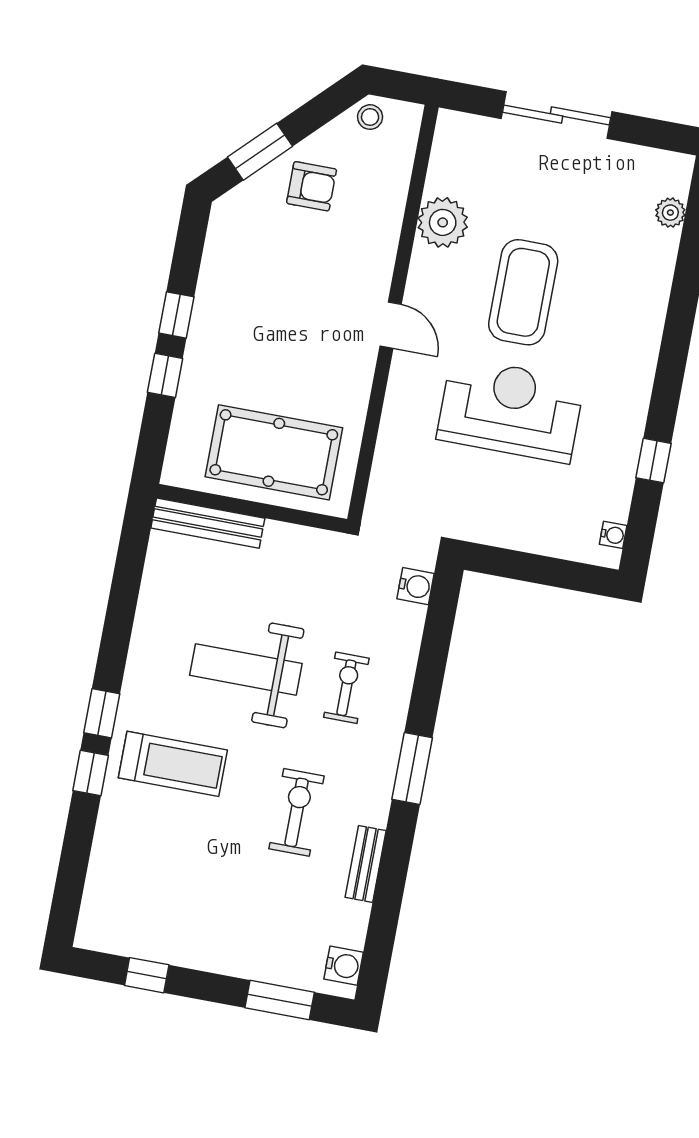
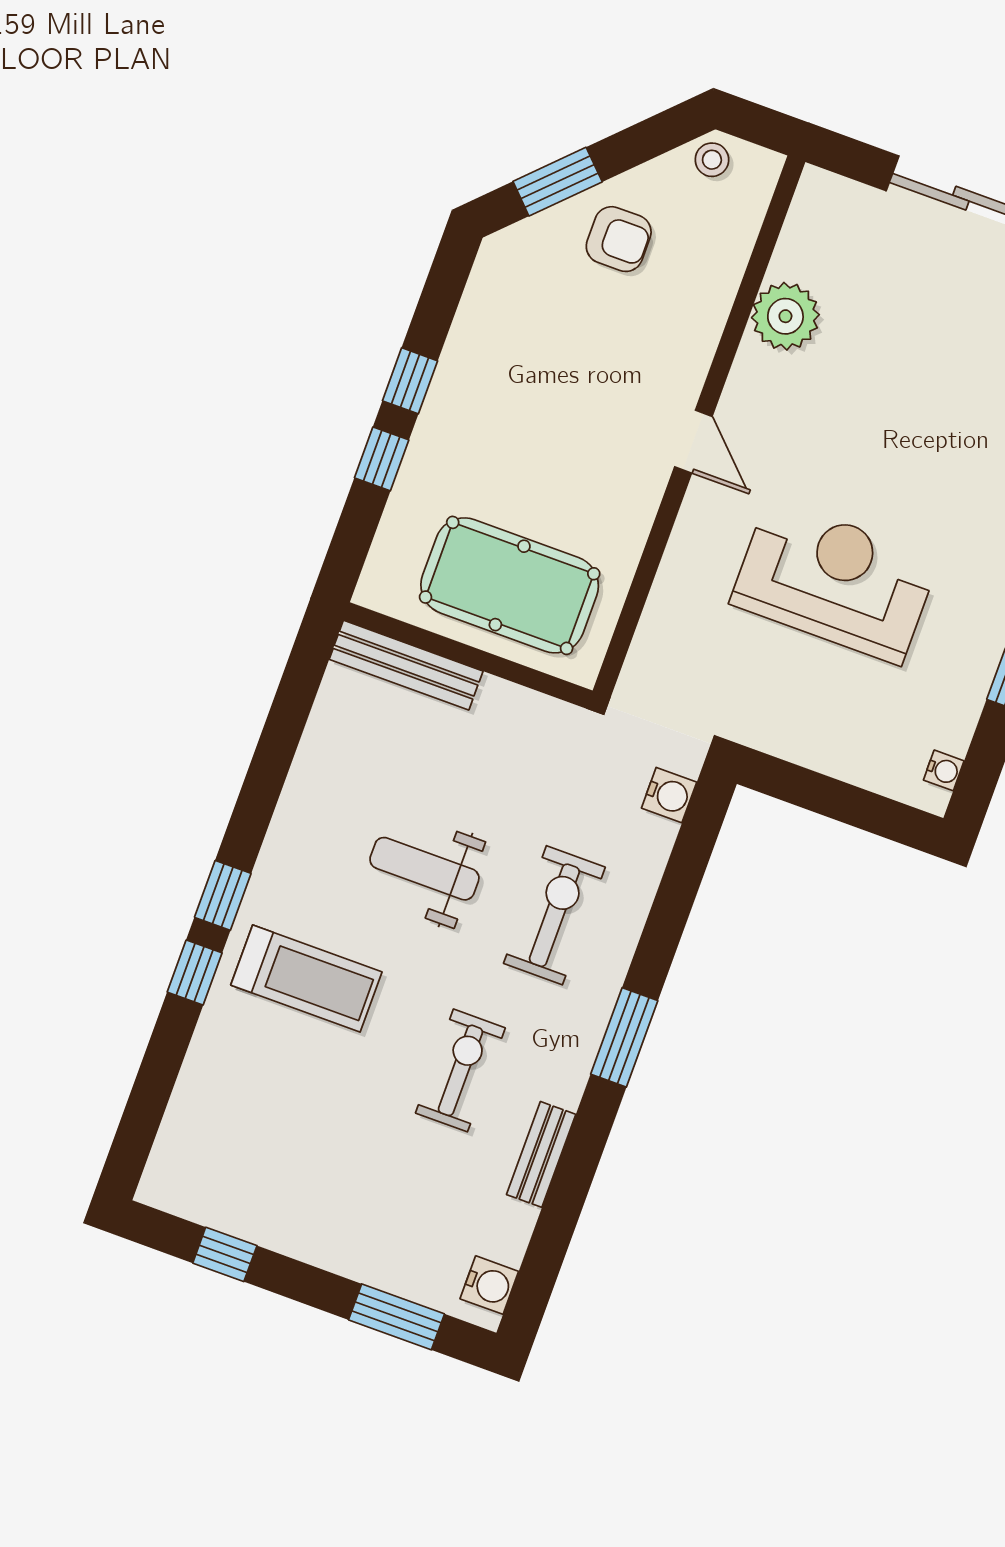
coffee table: (523, 292) -> (877, 427), removed
weight bench: (246, 669) -> (424, 869), width x0.73, depth x0.75
exercise bike: (346, 688) -> (554, 915), width x1.38, depth x1.39

